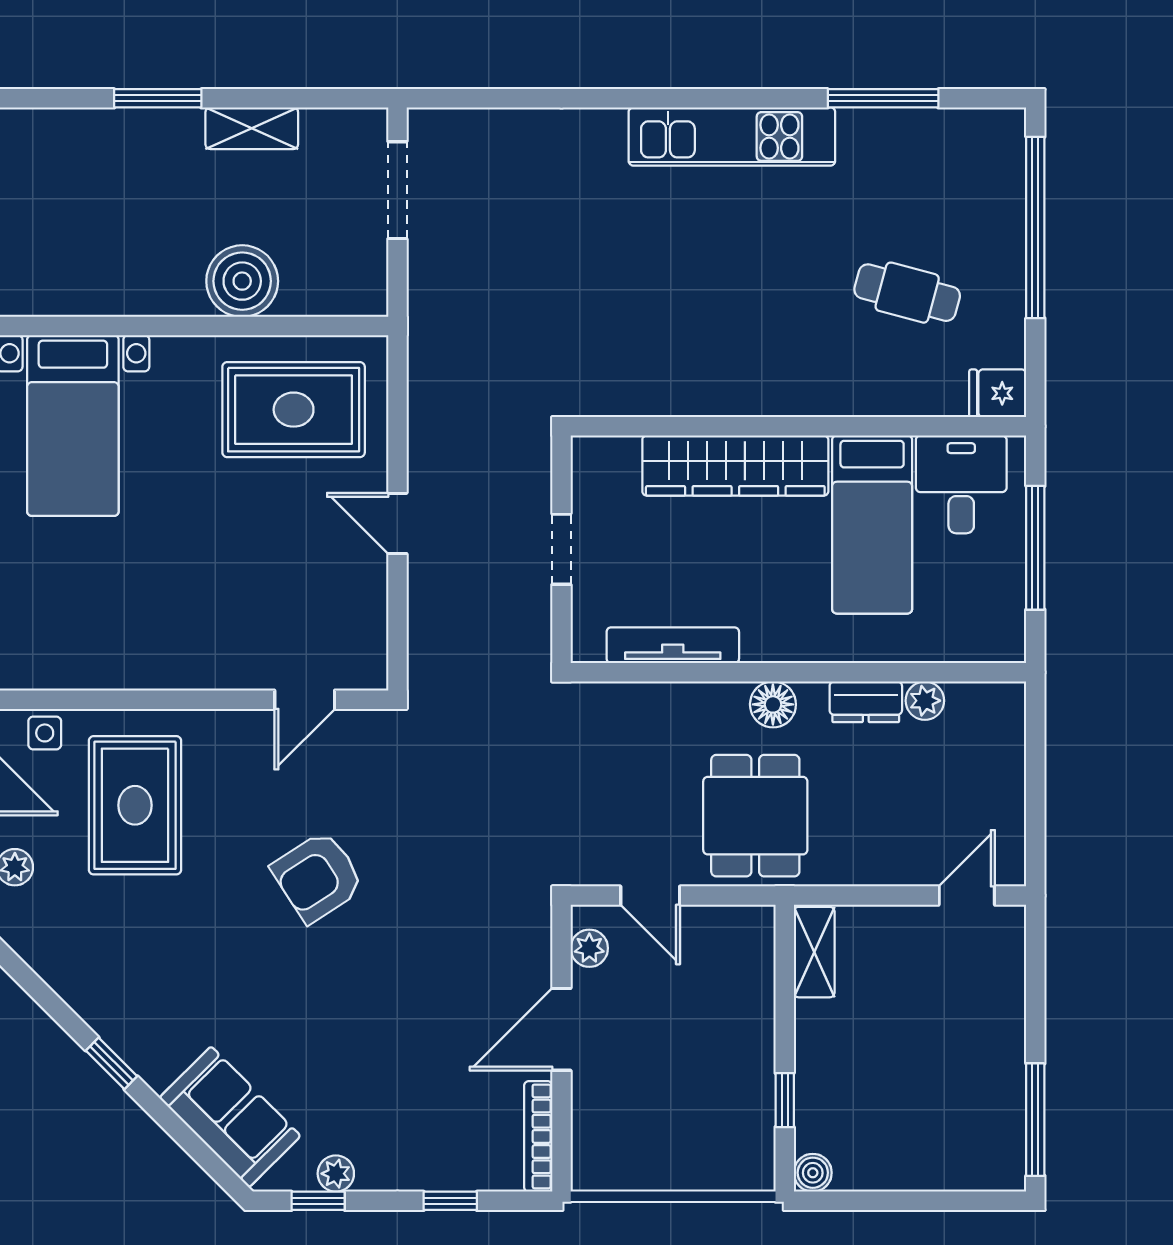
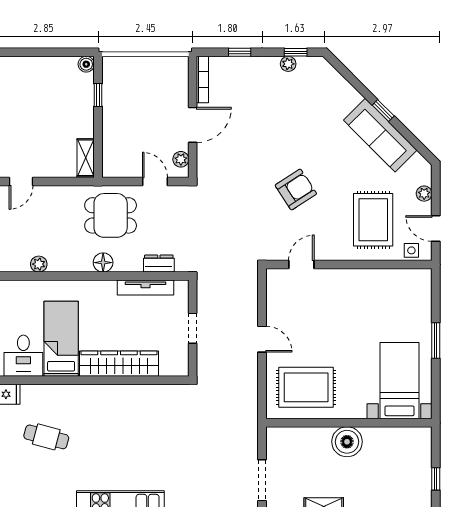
boiler: (242, 281) -> (347, 442), moved
dresser: (866, 702) -> (159, 264), moved
dining table: (755, 816) -> (111, 215), turned 90
sofa: (230, 1117) -> (380, 135), moved, width x1.36

